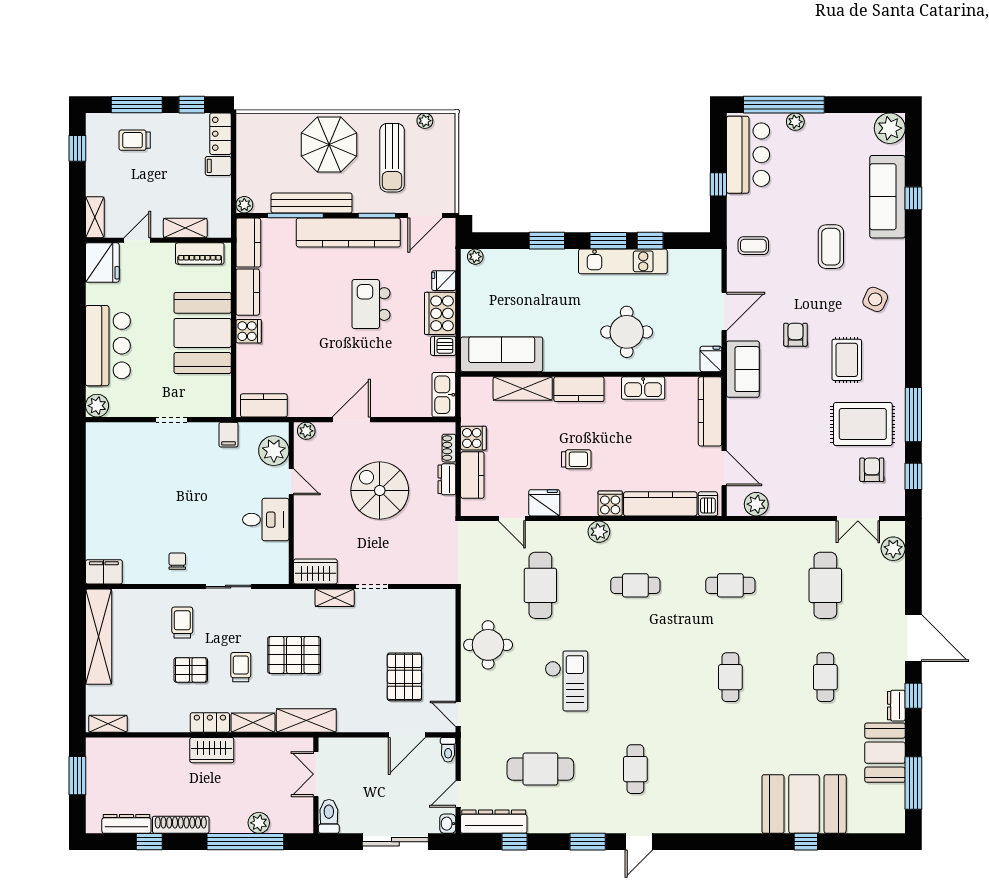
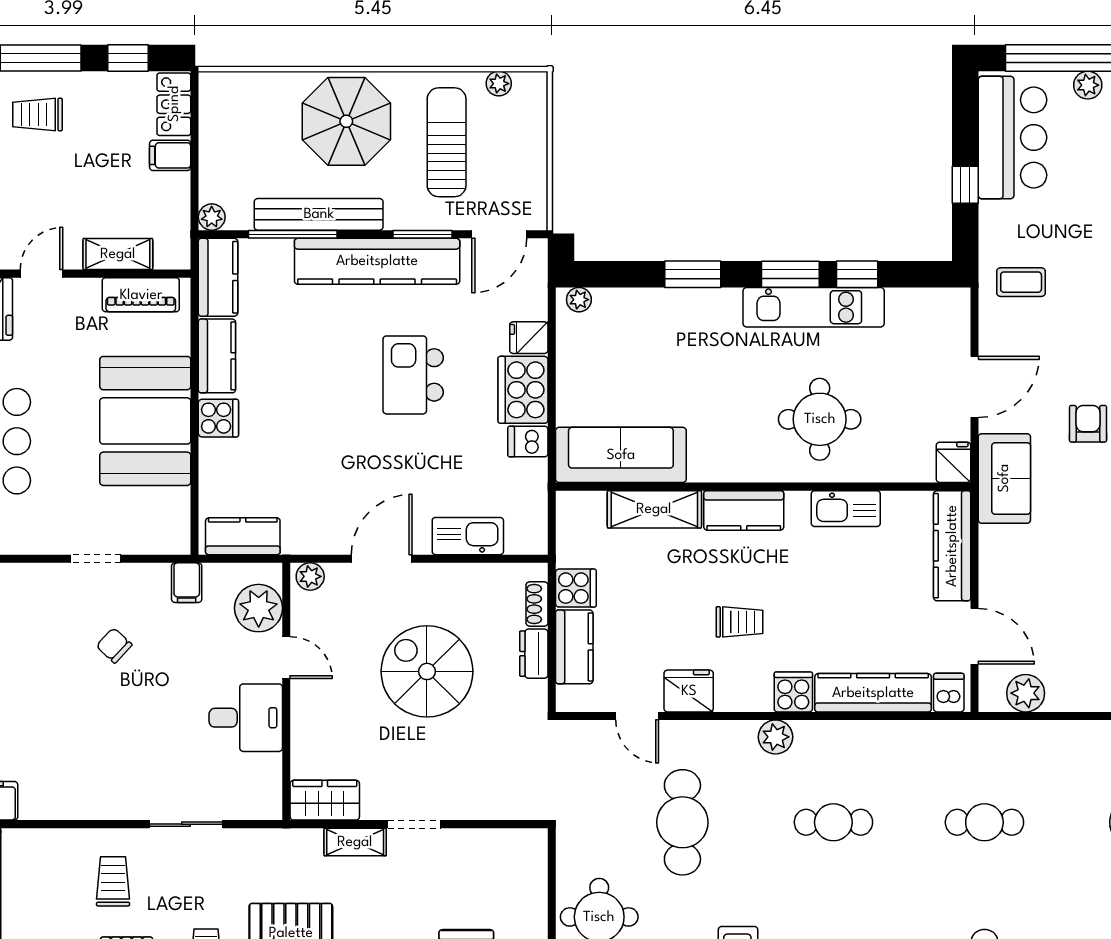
sun lounger: (392, 158) -> (447, 142), turned 180
kitchen sink: (444, 395) -> (468, 536), moved, turned 90
chair: (177, 561) -> (114, 645), moved, turned -47

